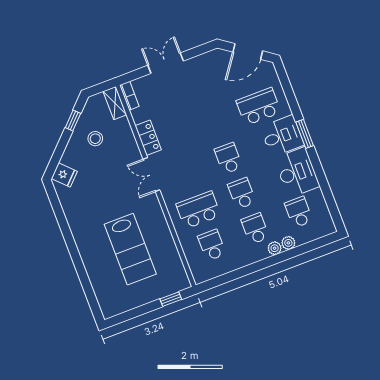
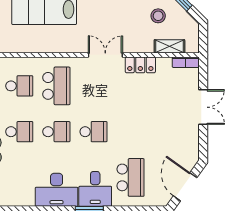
shelving: (115, 103) -> (169, 46), moved
school desk: (299, 212) -> (19, 177), removed

